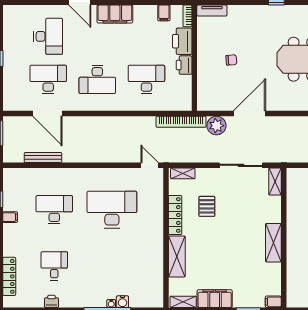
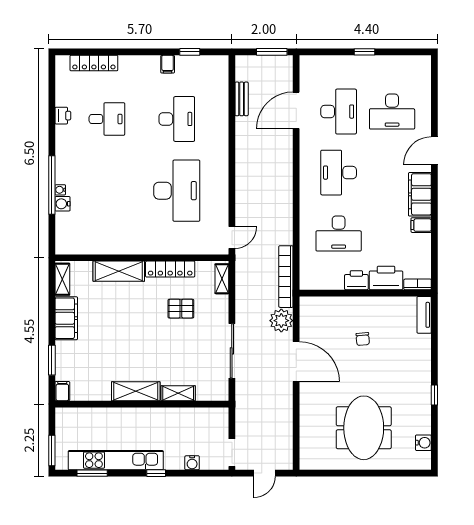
filing cabinet: (164, 13) -> (421, 225), moved
desk: (146, 79) -> (339, 234), turned 90
bench: (43, 158) -> (242, 99), width x0.73
shelving: (275, 182) -> (178, 393), moved

